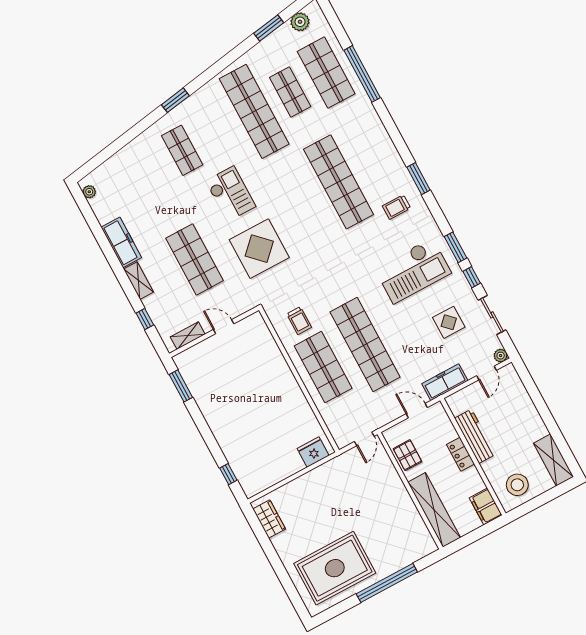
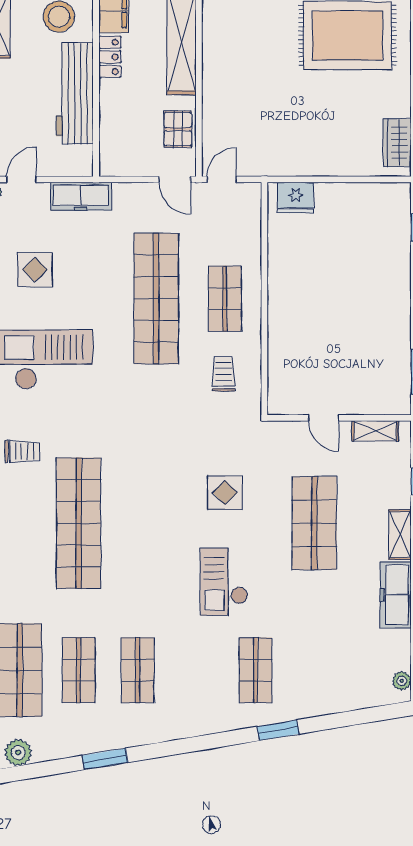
window: (269, 28) -> (105, 759), moved
window: (175, 100) -> (278, 730), moved
shop shelf: (254, 111) -> (138, 670), width x0.50, depth x0.74
display table: (259, 249) -> (225, 493), width x0.54, depth x0.54
shop shelf: (323, 367) -> (225, 299), width x0.70, depth x0.74
door: (417, 411) -> (175, 179), moved
workbench: (475, 436) -> (75, 93), width x1.36, depth x1.32
locker: (461, 454) -> (110, 57), moved

